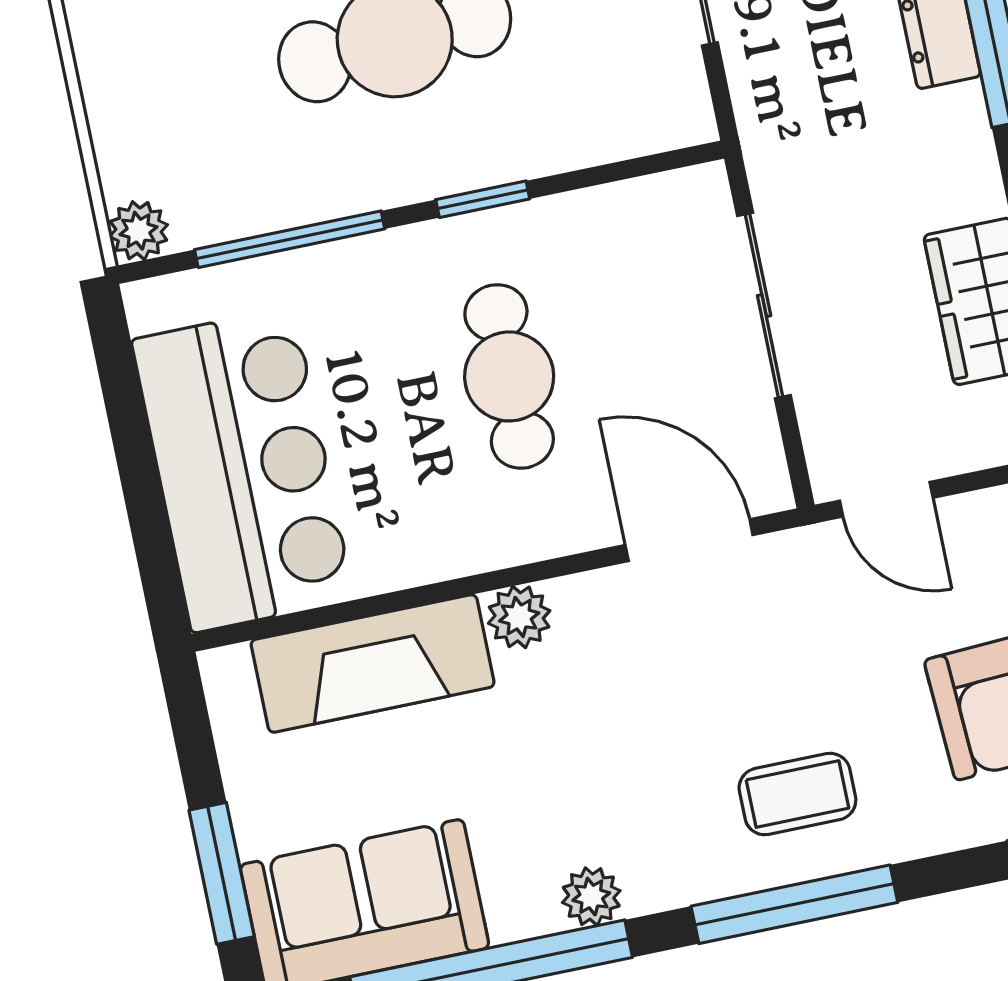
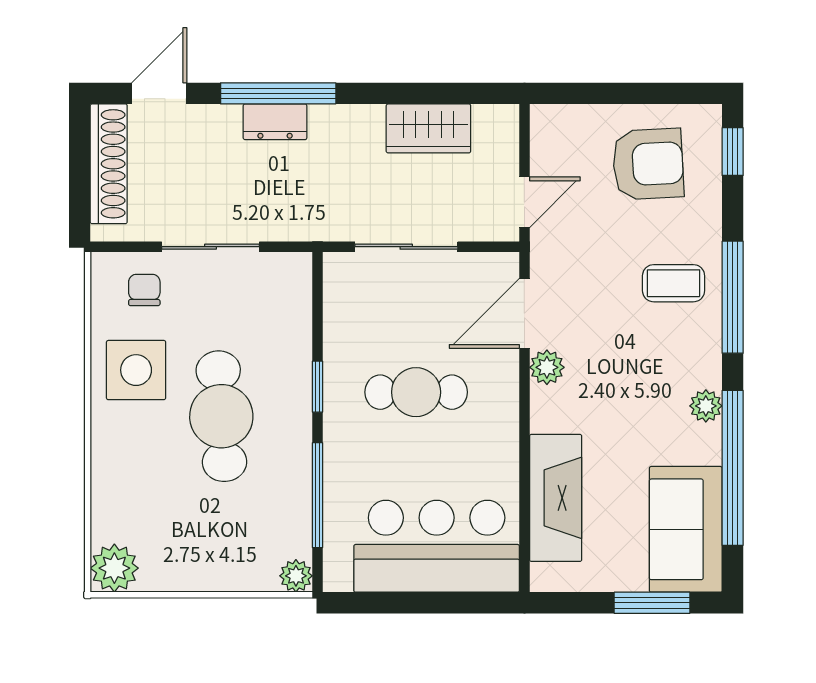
plant: (519, 617) -> (547, 367), moved
coffee table: (797, 794) -> (674, 283), turned 90

